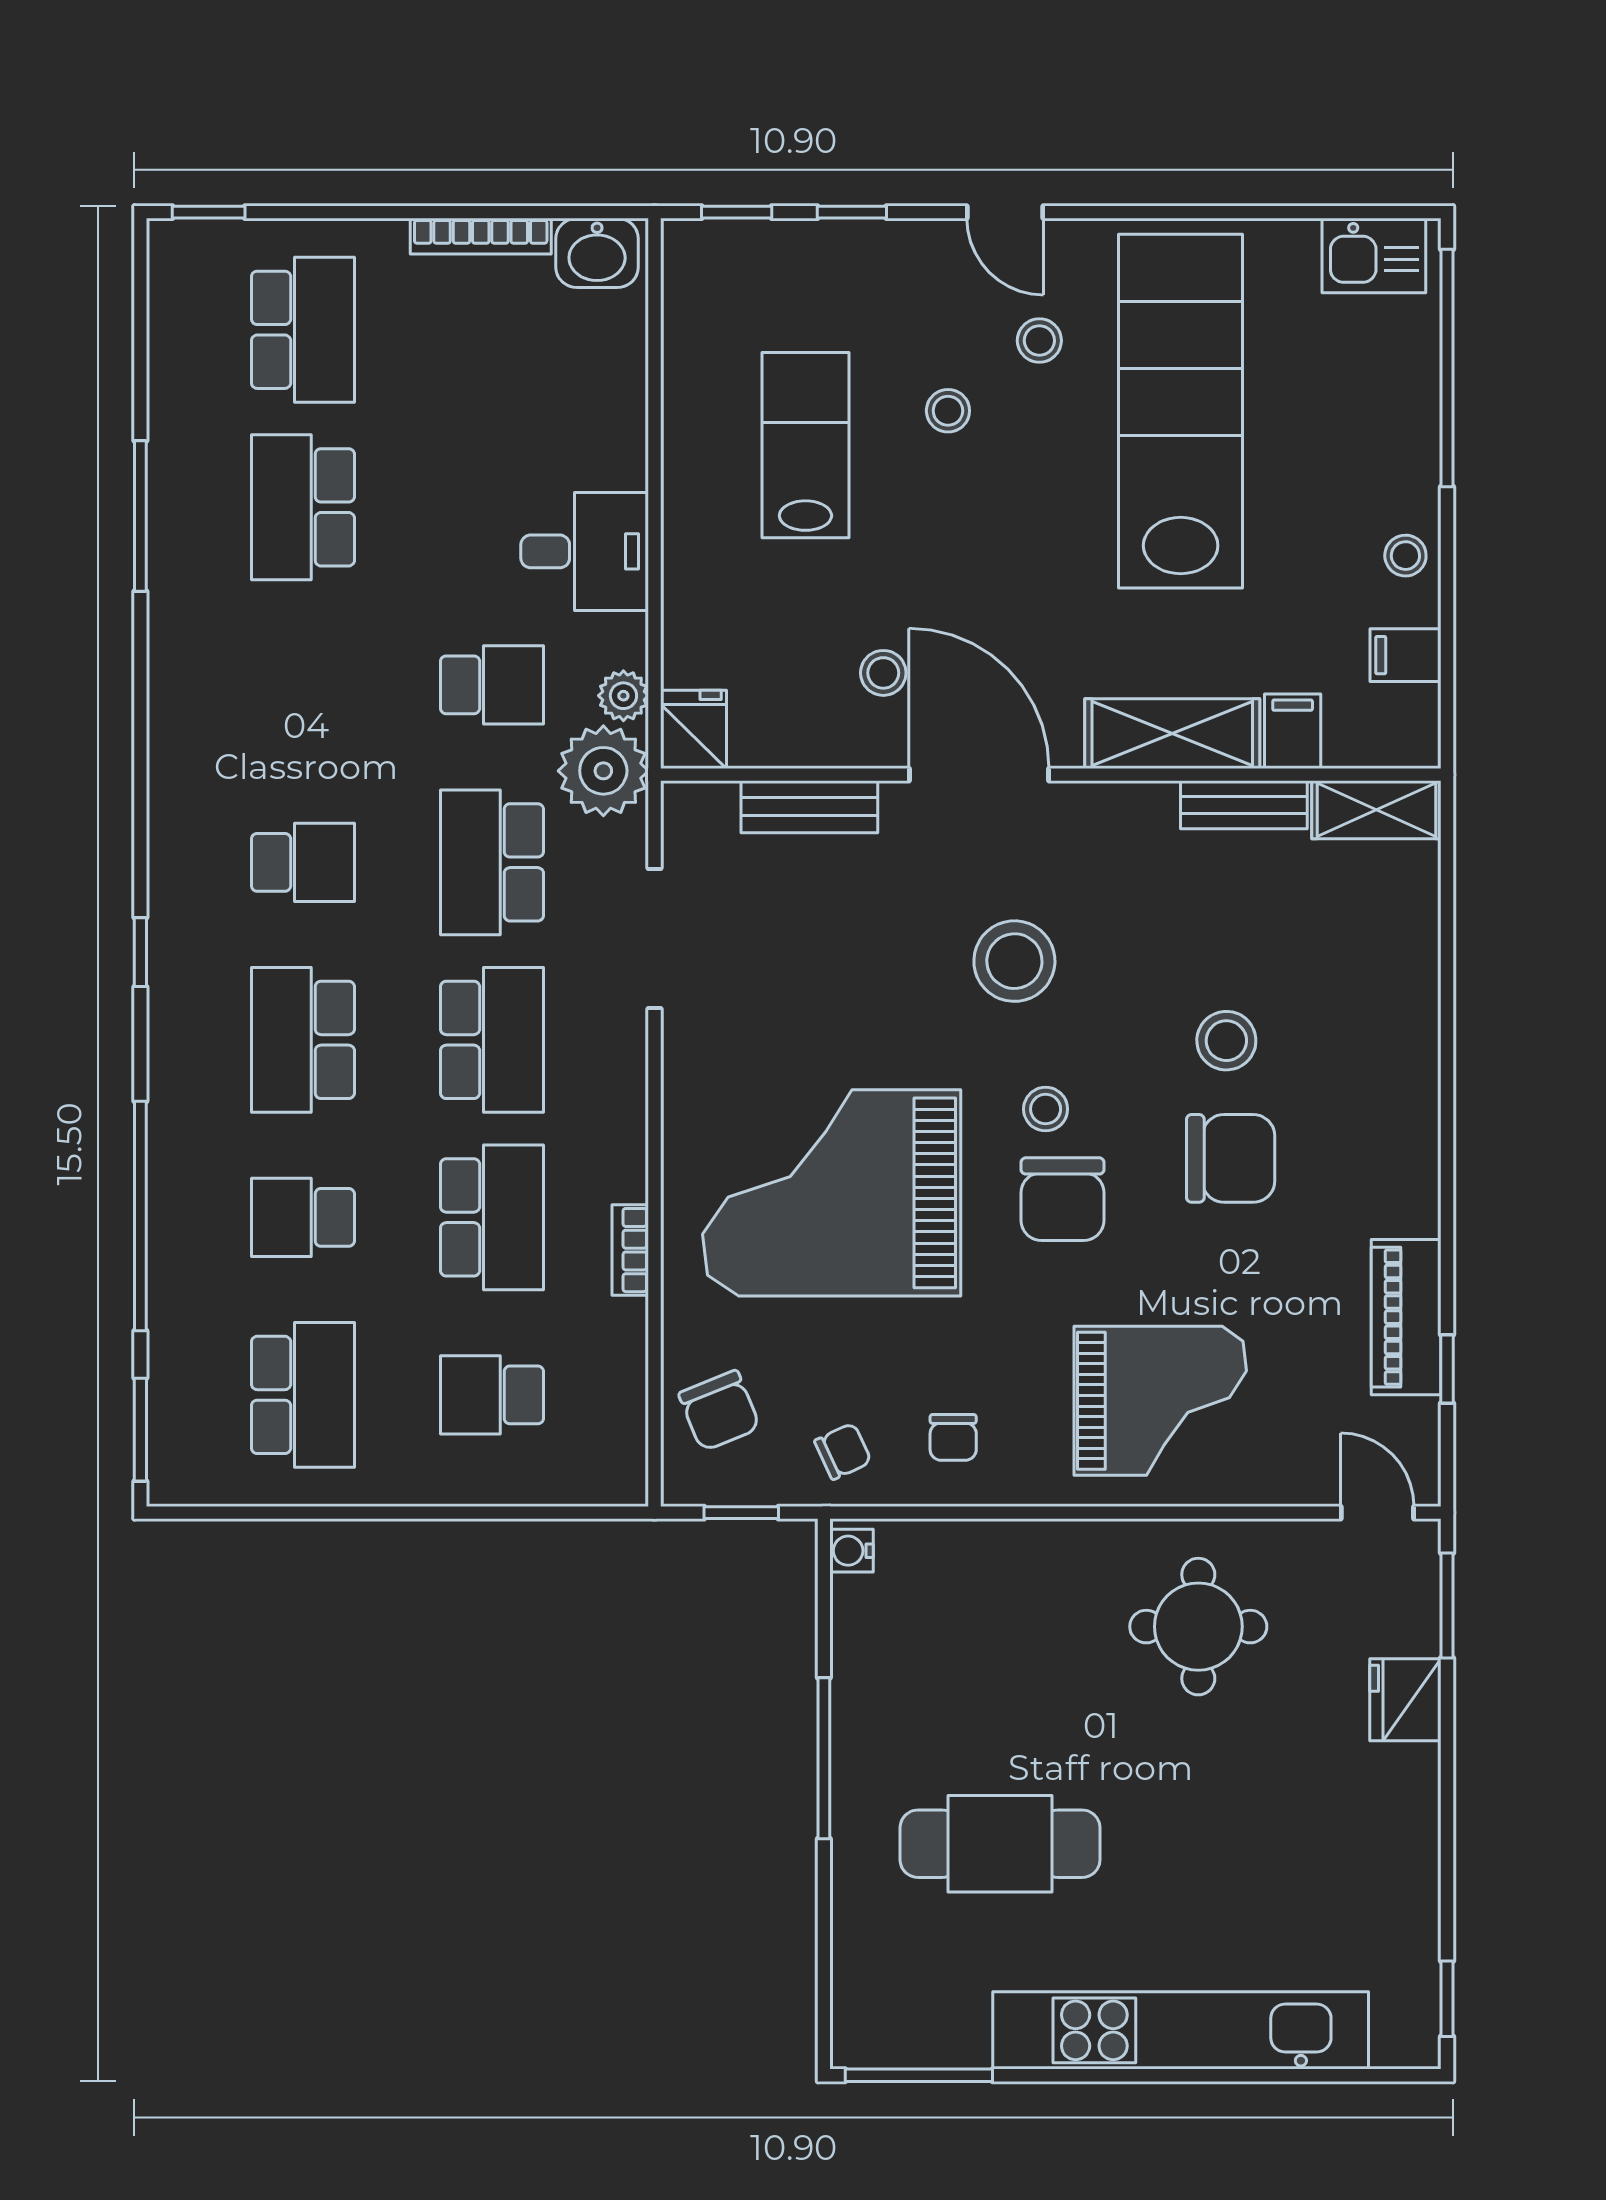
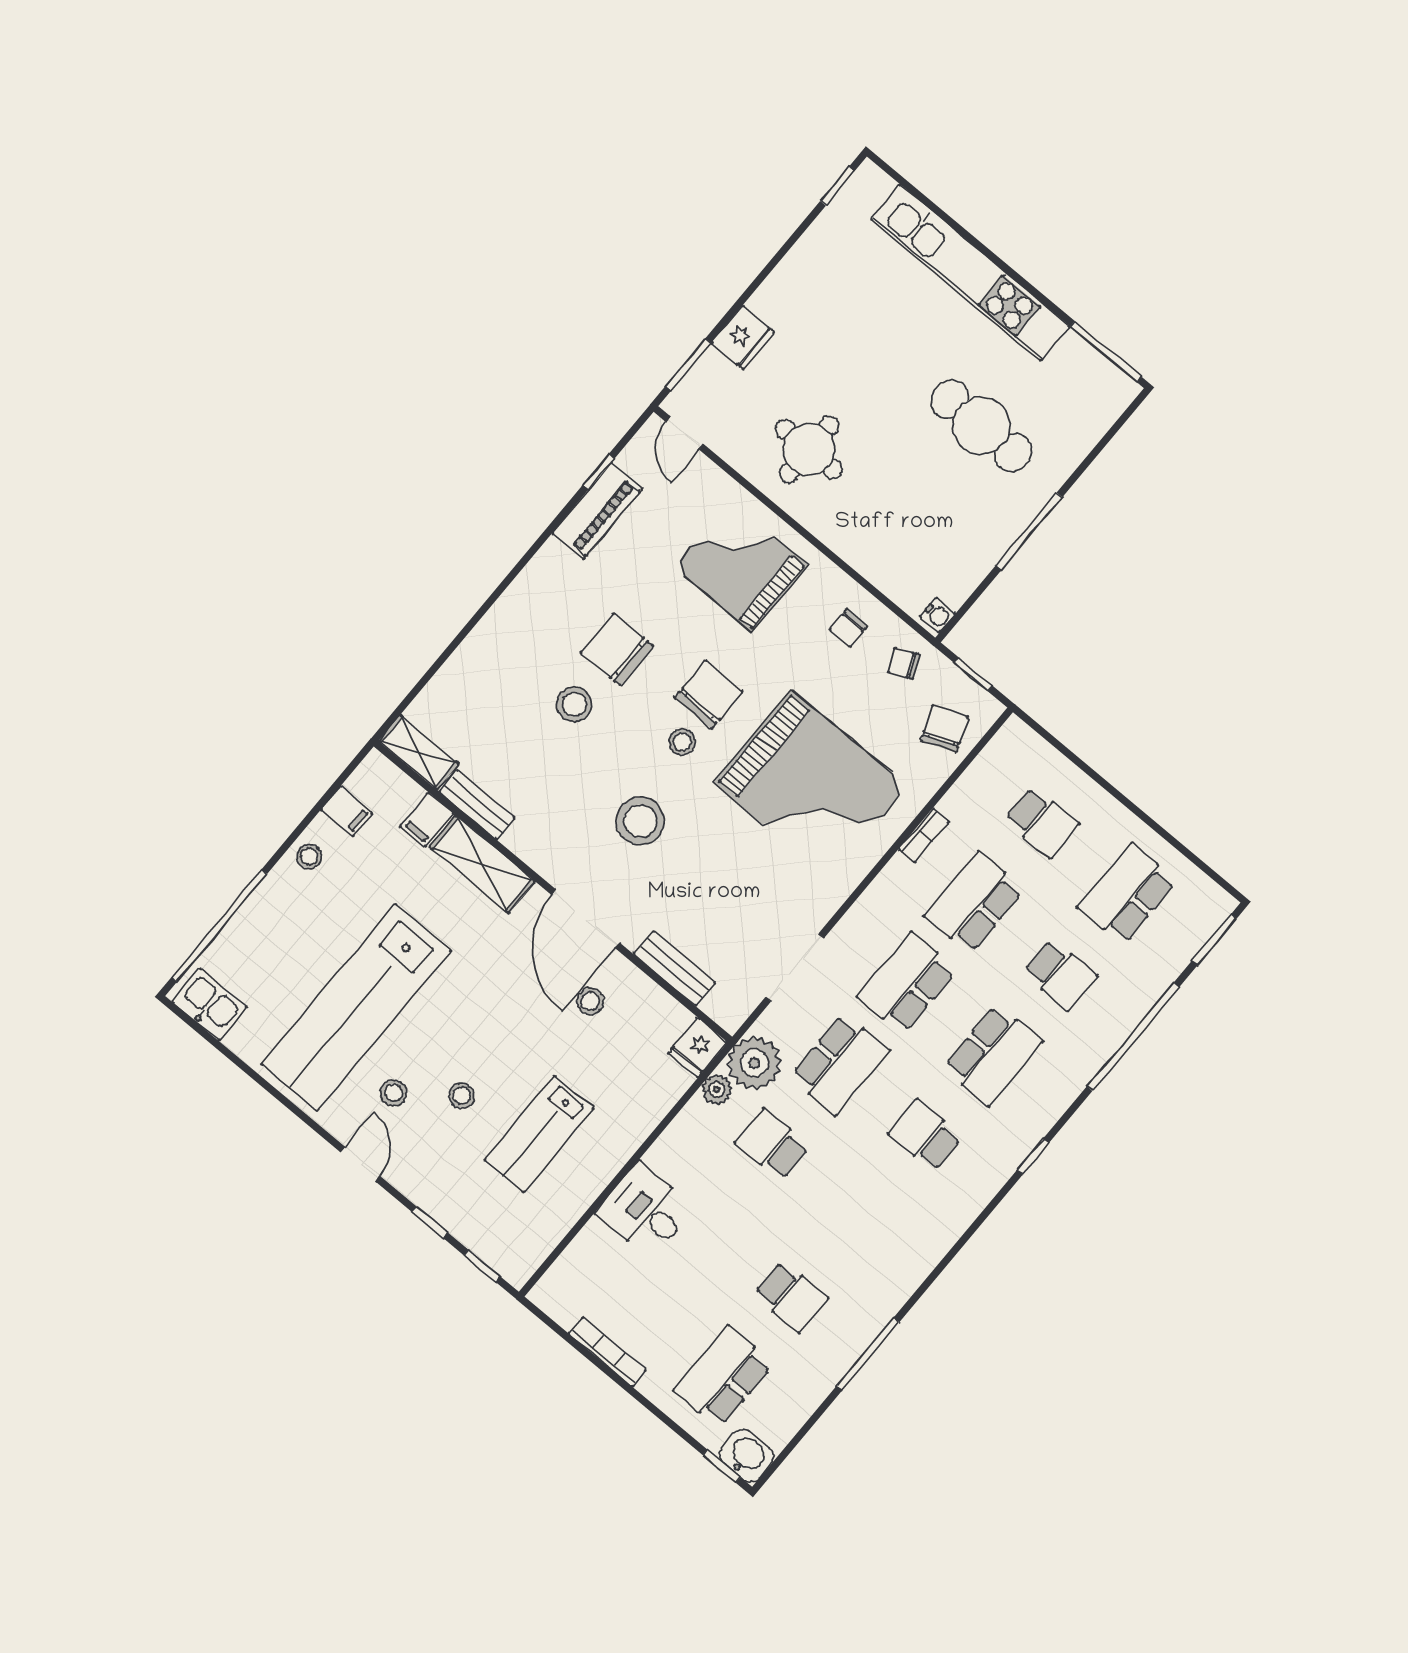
washbasin: (597, 253) -> (747, 1456), moved
school desk: (303, 507) -> (791, 1296), width x0.54
desk: (585, 551) -> (645, 1211), moved
chair: (953, 1437) -> (849, 628), turned 180

